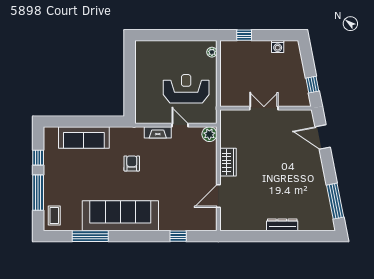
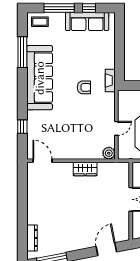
fireplace: (158, 132) -> (110, 81), moved
sofa: (84, 138) -> (87, 22), moved, turned -90
door: (218, 196) -> (43, 161), moved
dresser: (282, 225) -> (32, 238), moved

